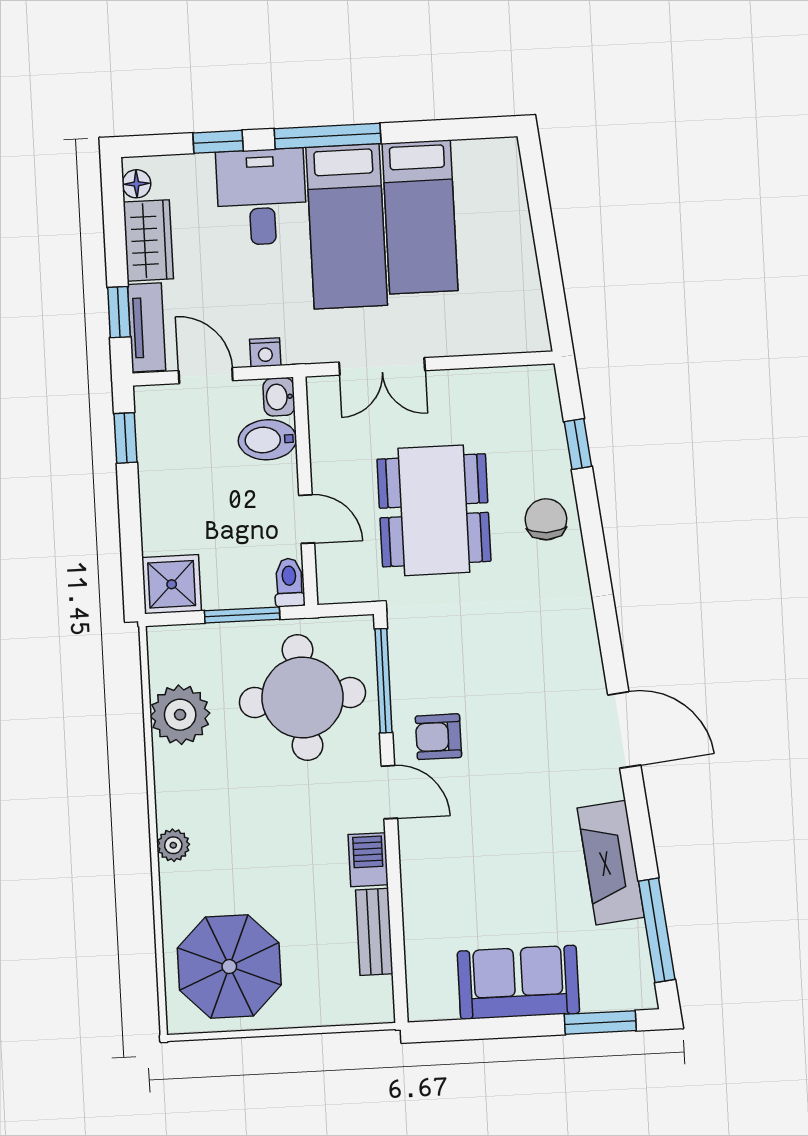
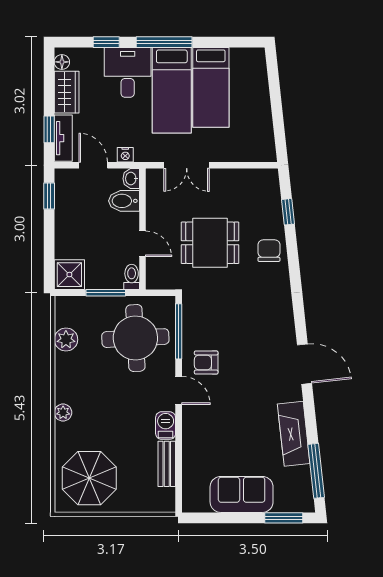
dining table: (434, 510) -> (210, 243), width x0.73
plant: (180, 715) -> (66, 340), width x0.73, depth x0.73

